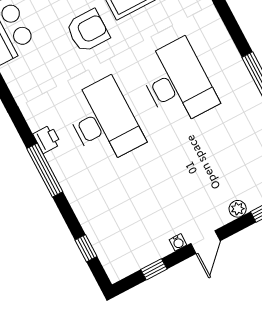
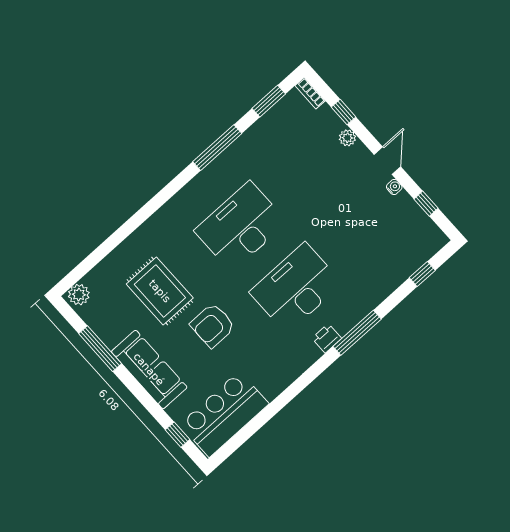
armchair: (88, 31) -> (213, 325), turned -90
door: (205, 242) -> (387, 161), hinge flipped

